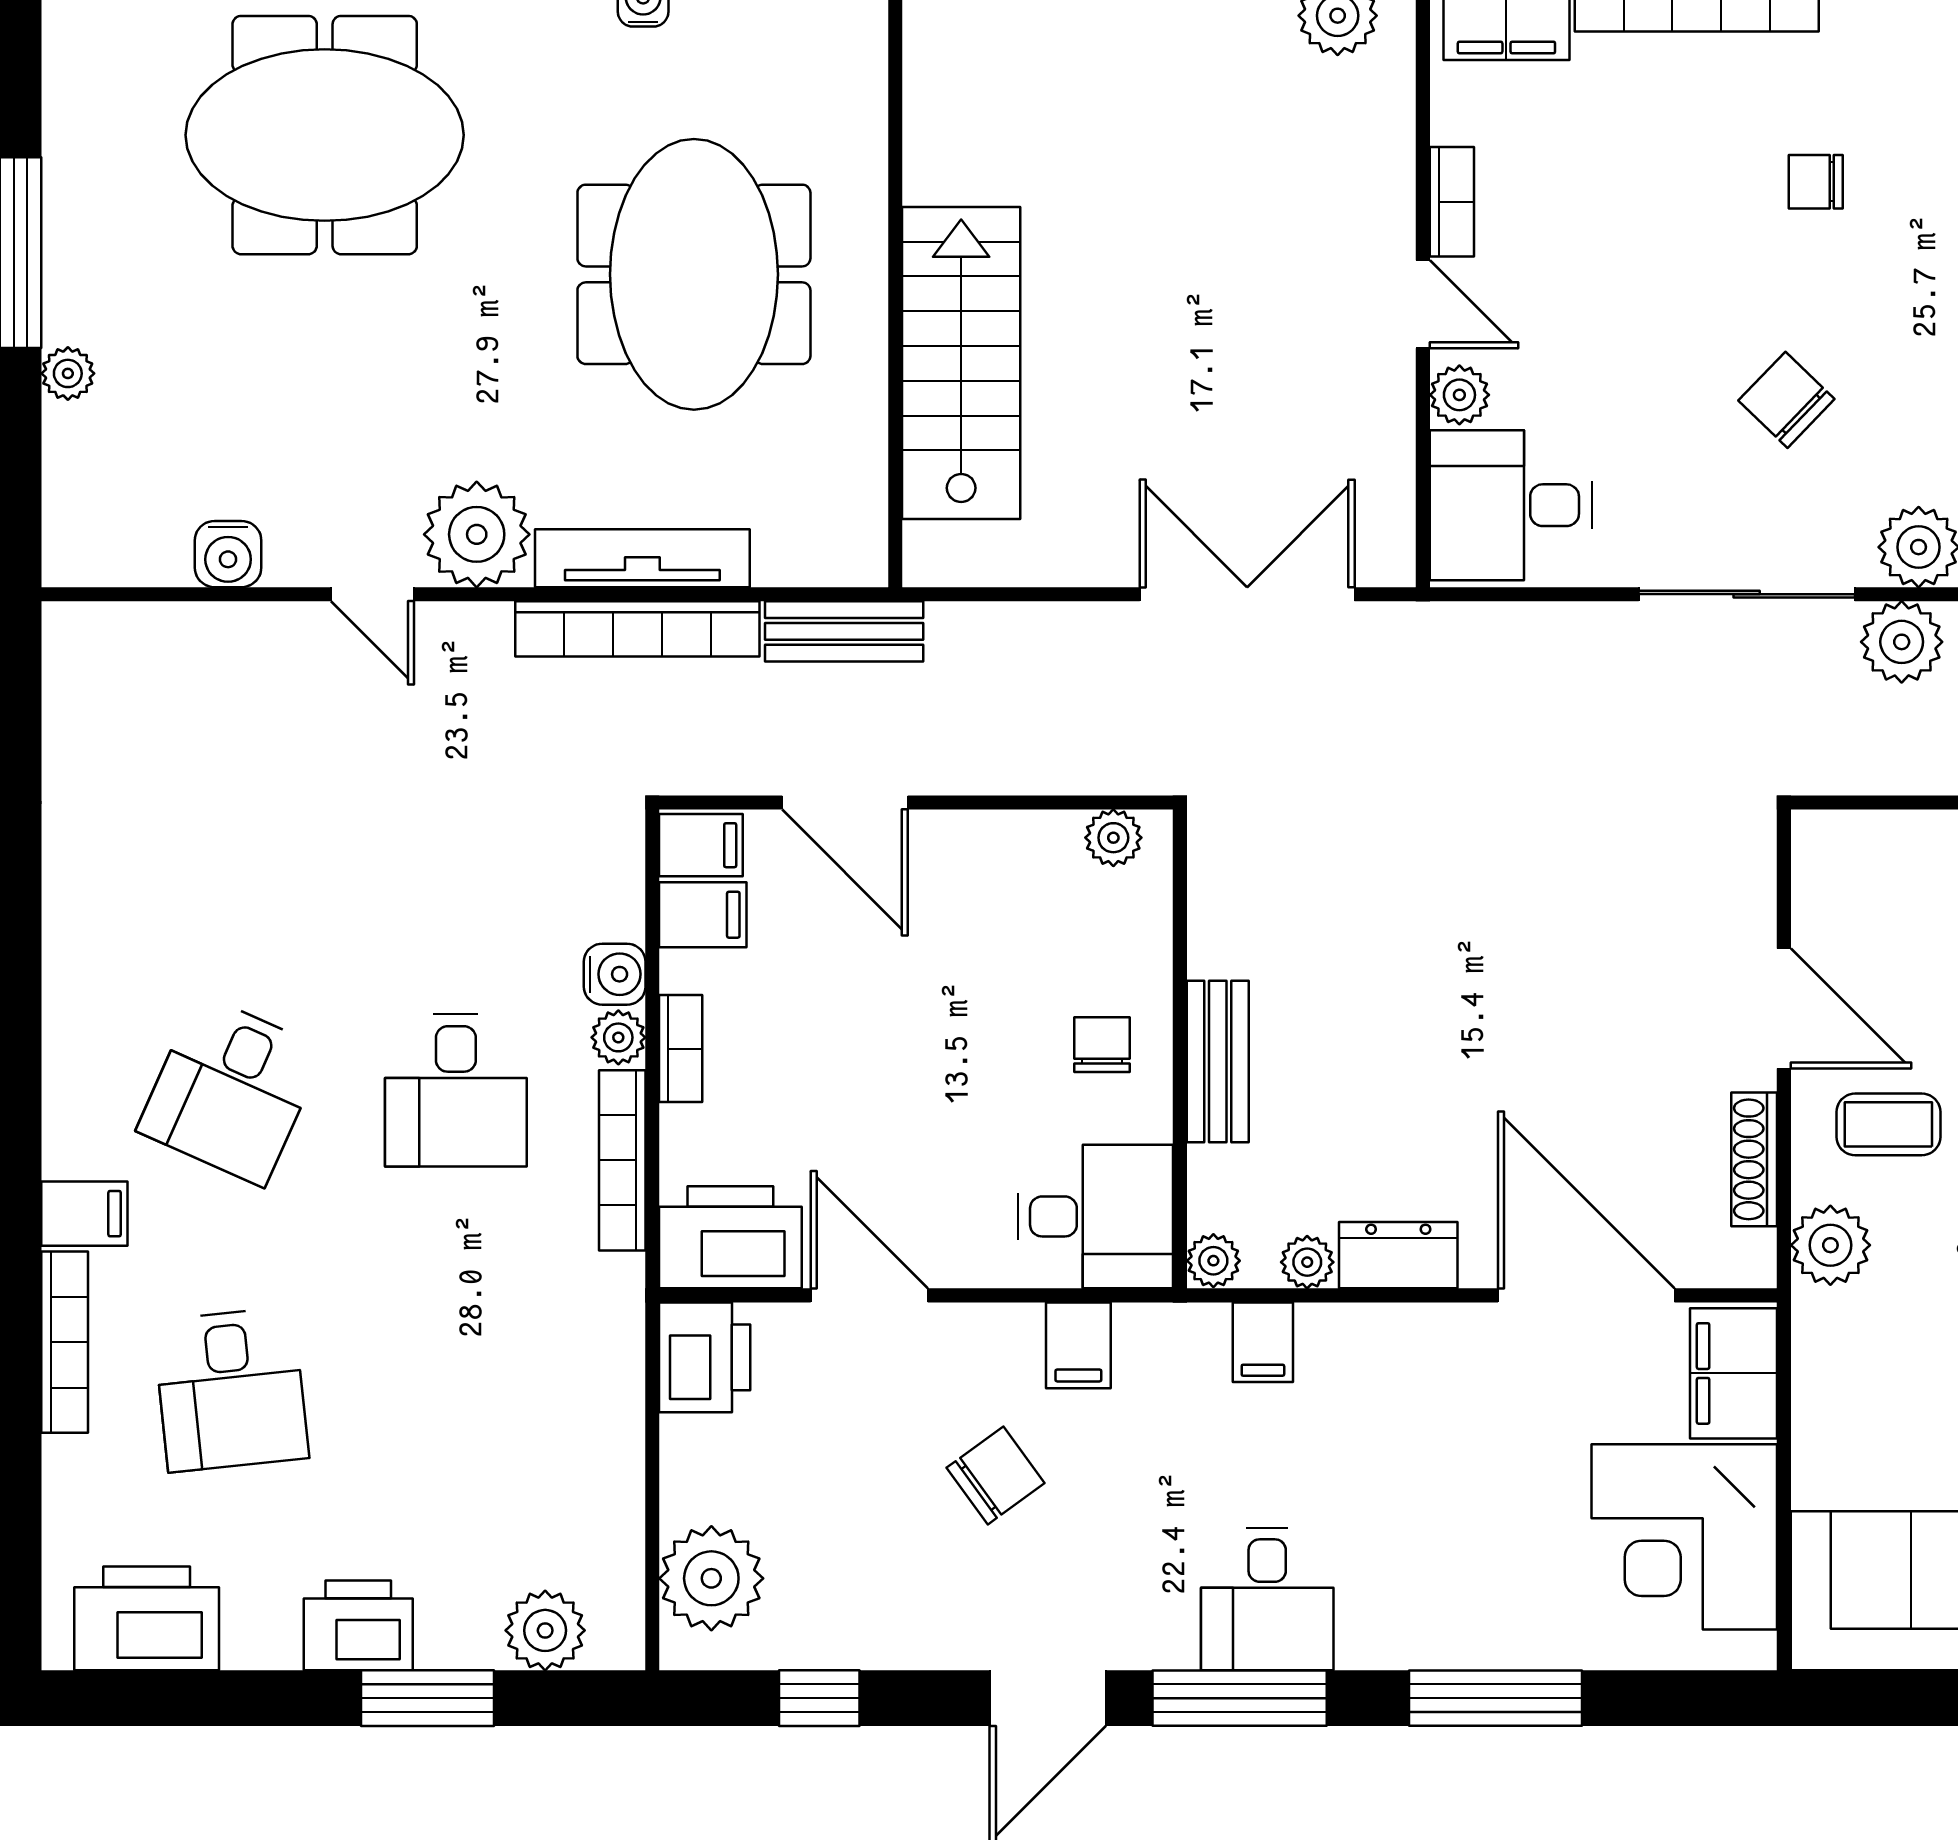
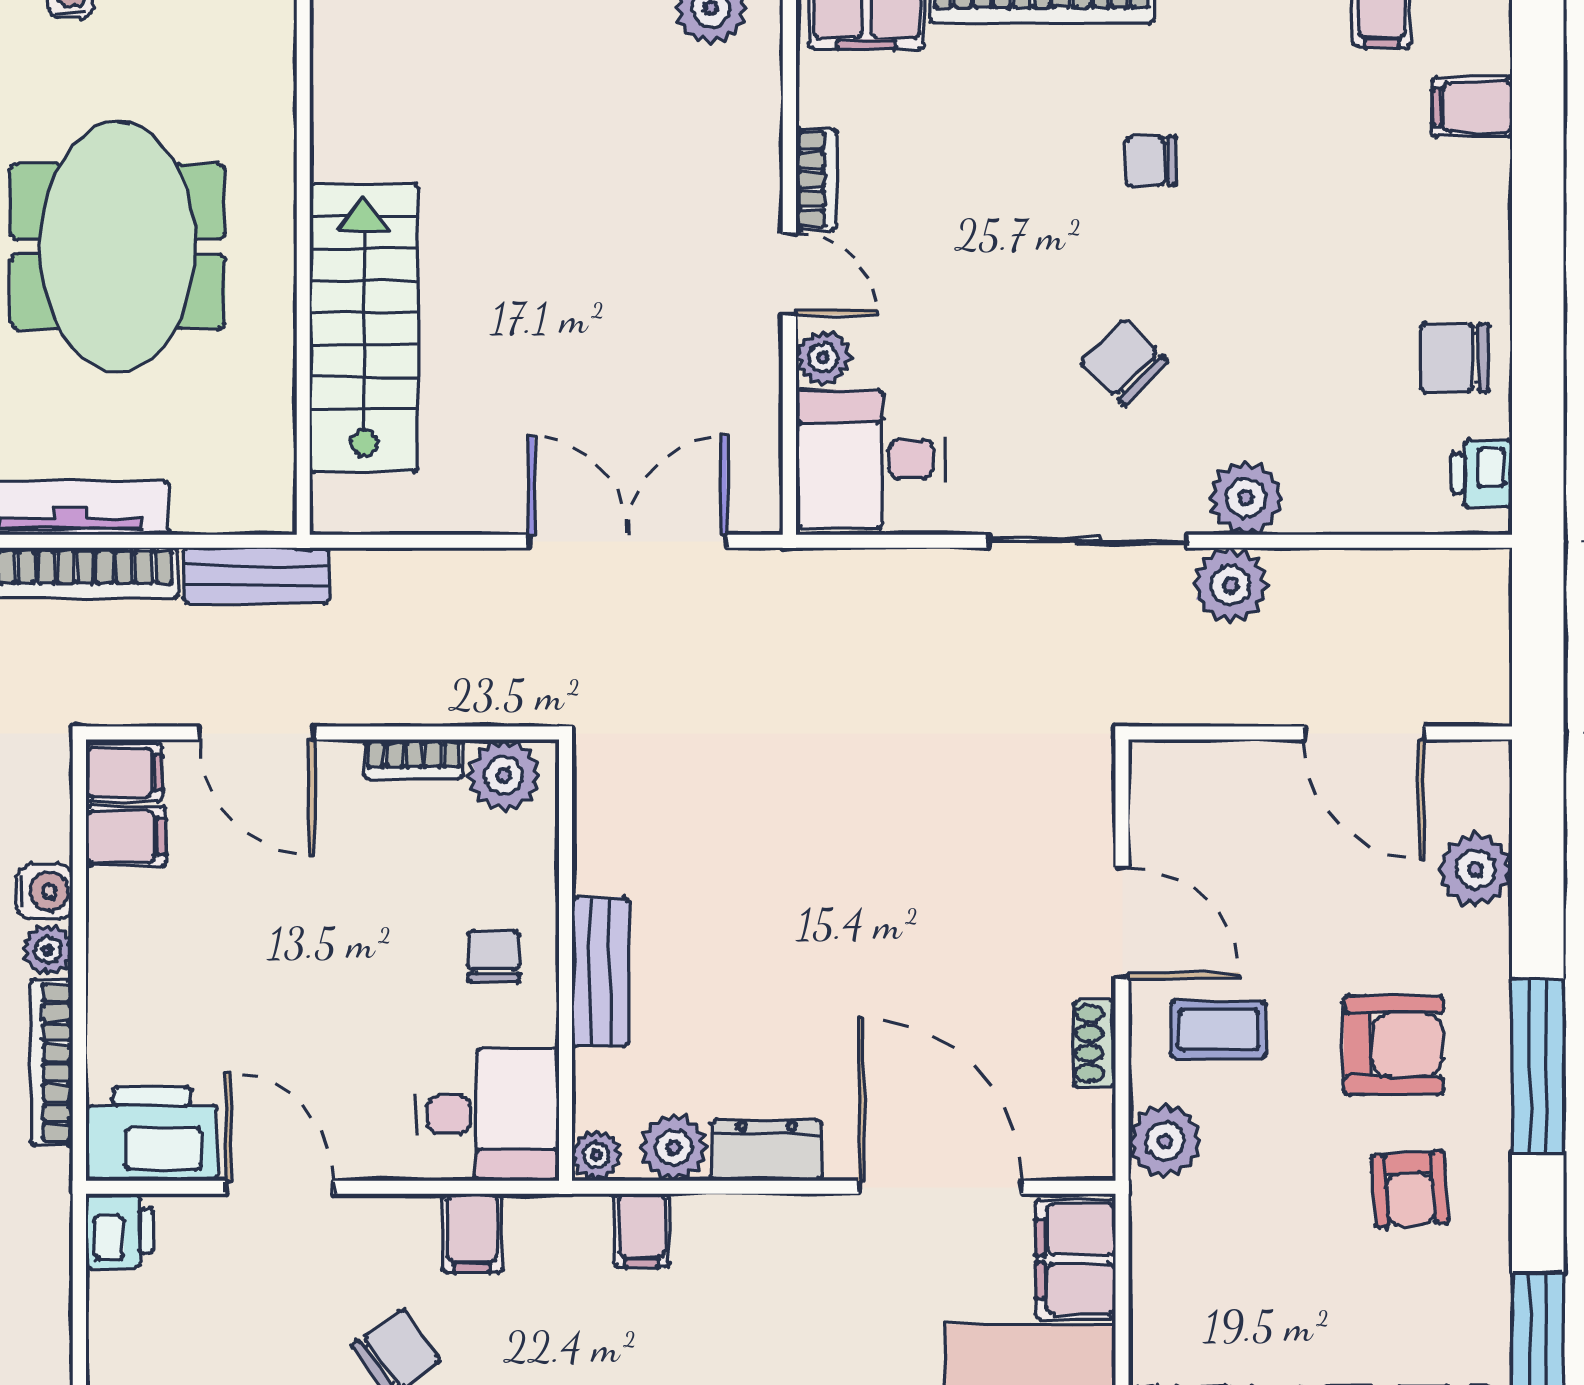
plant: (1113, 838) -> (504, 775), width x1.38, depth x1.38
bookcase: (681, 1049) -> (414, 759), moved, turned 90
shoe rack: (1754, 1159) -> (1095, 1043), width x0.70
plant: (1307, 1262) -> (674, 1147), width x1.38, depth x1.38
printer: (705, 1357) -> (120, 1231), width x0.73, depth x0.81

